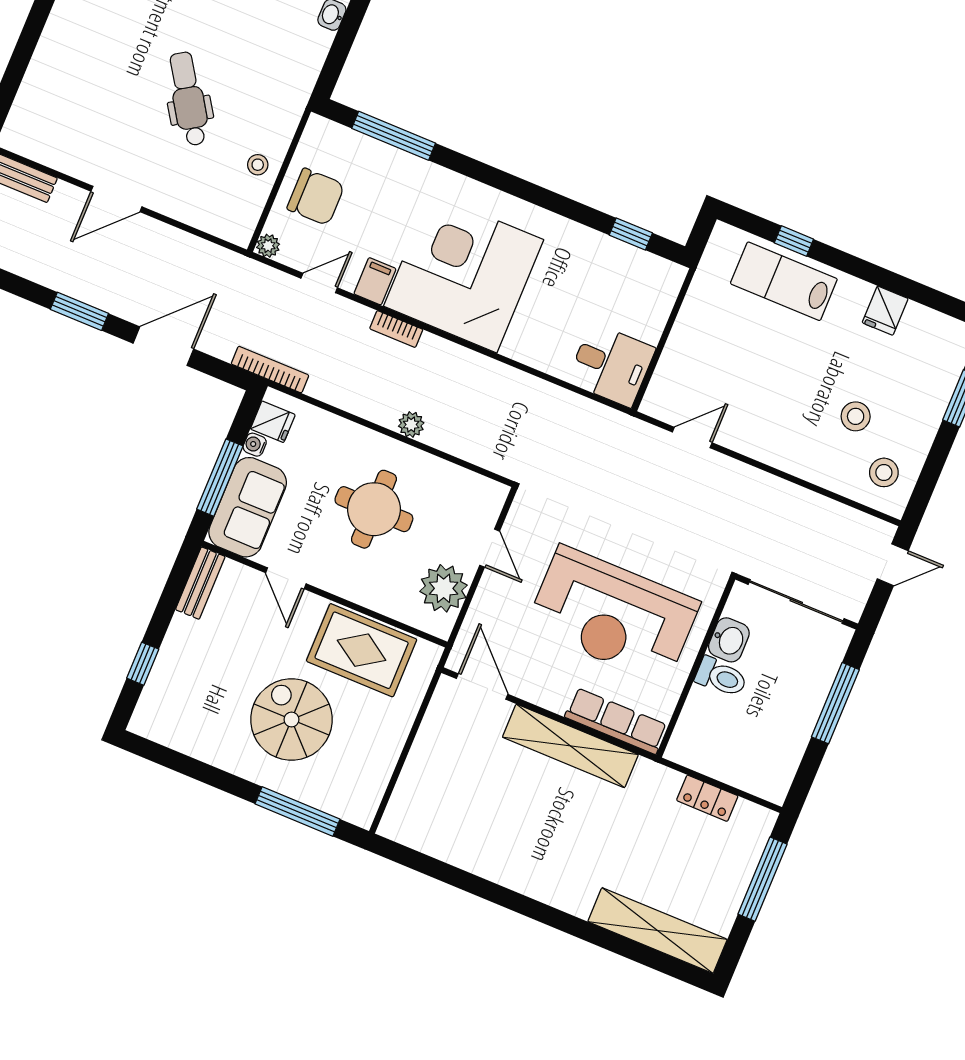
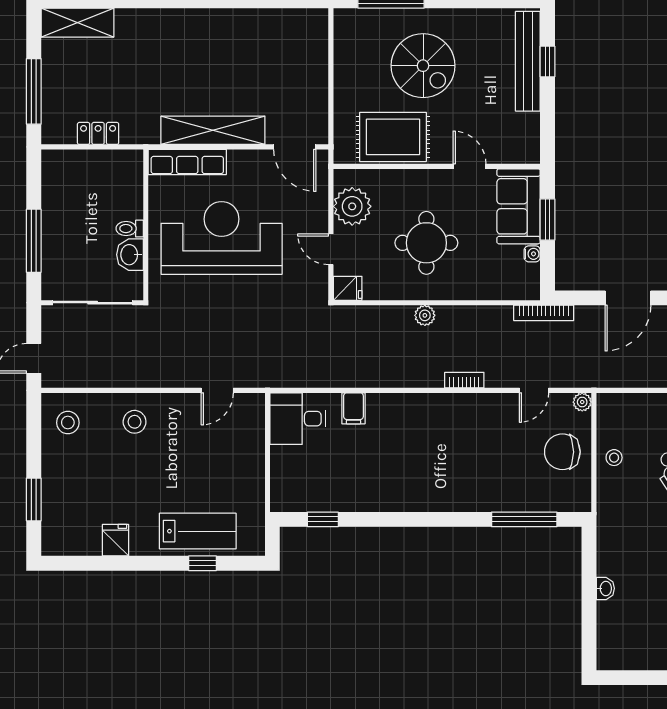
corner desk: (464, 273) -> (432, 441), removed
filing cabinet: (375, 281) -> (353, 408), moved
stool: (856, 416) -> (135, 422), moved
fridge: (273, 422) -> (348, 288), moved, turned 180
window: (220, 478) -> (548, 220), width x0.69
bench: (200, 583) -> (528, 61), moved, width x1.86, depth x1.21
toilet: (721, 677) -> (130, 229), width x0.73, depth x0.72
shelving: (658, 930) -> (77, 23), width x0.68

